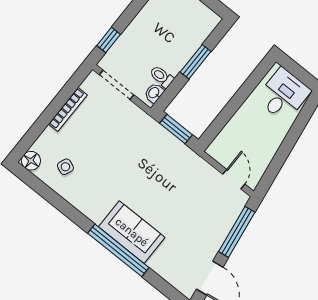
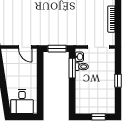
window: (109, 40) -> (118, 81), moved
window: (196, 62) -> (72, 68), moved
door: (234, 179) -> (25, 47), moved

